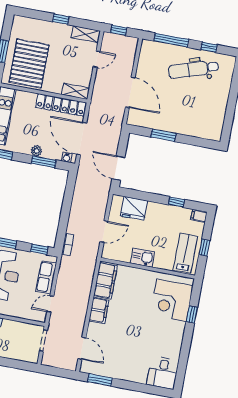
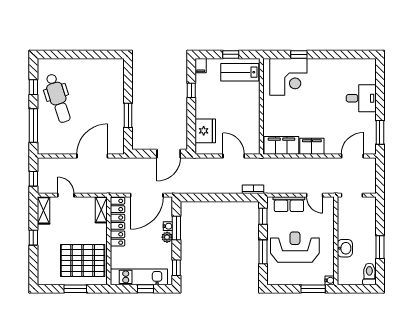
water cooler: (67, 157) -> (168, 226), moved
kitchen sink: (143, 257) -> (252, 113), removed
desk: (163, 373) -> (361, 98), moved

